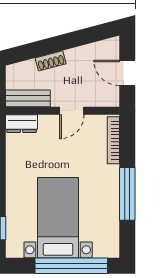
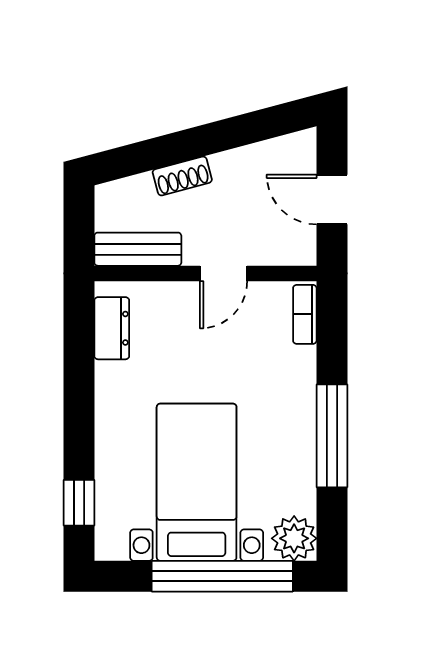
dresser: (22, 124) -> (112, 328), moved, turned -90
bookcase: (113, 140) -> (305, 314), width x0.64
plant: (108, 246) -> (294, 538), added

